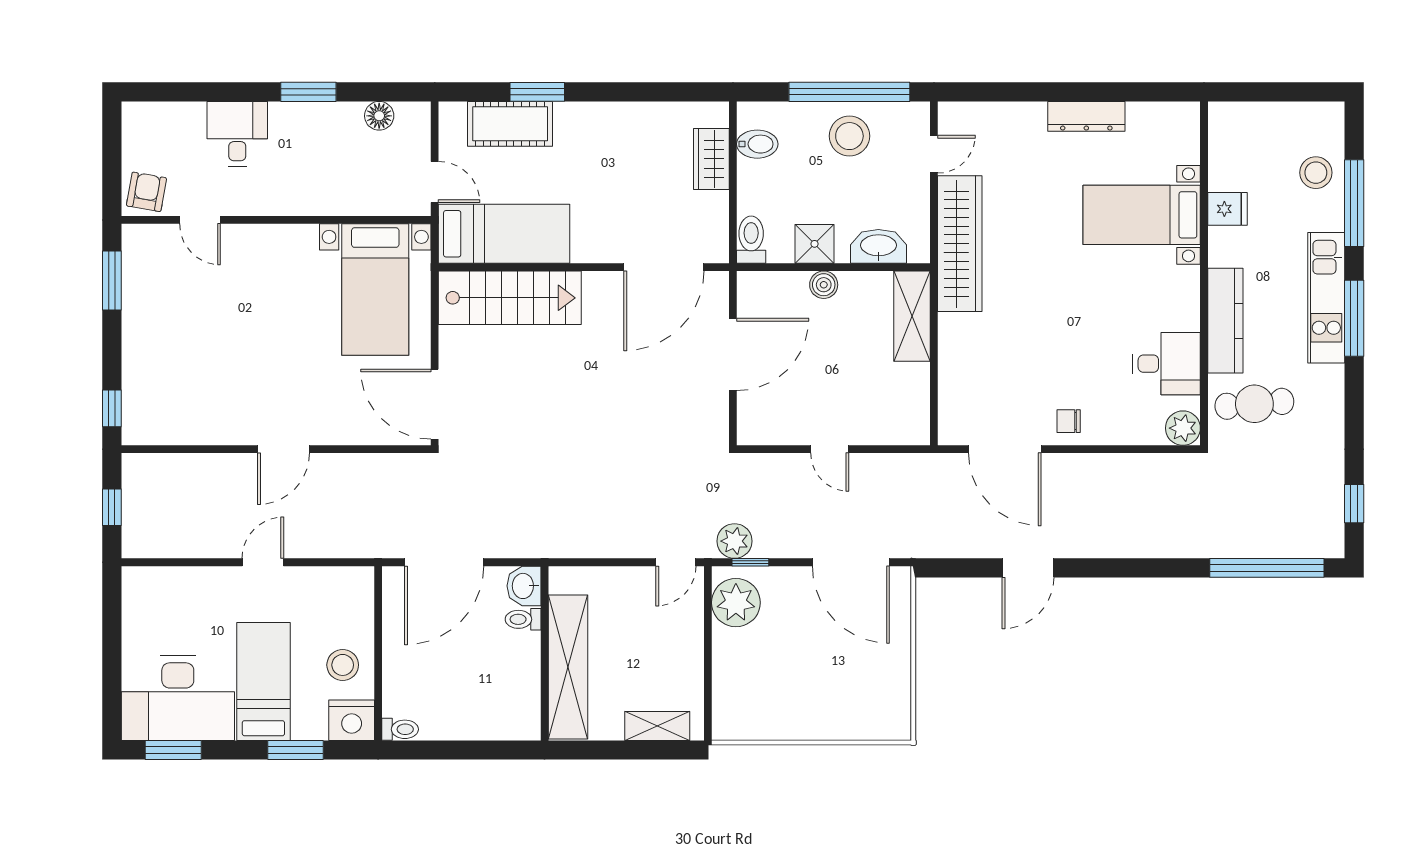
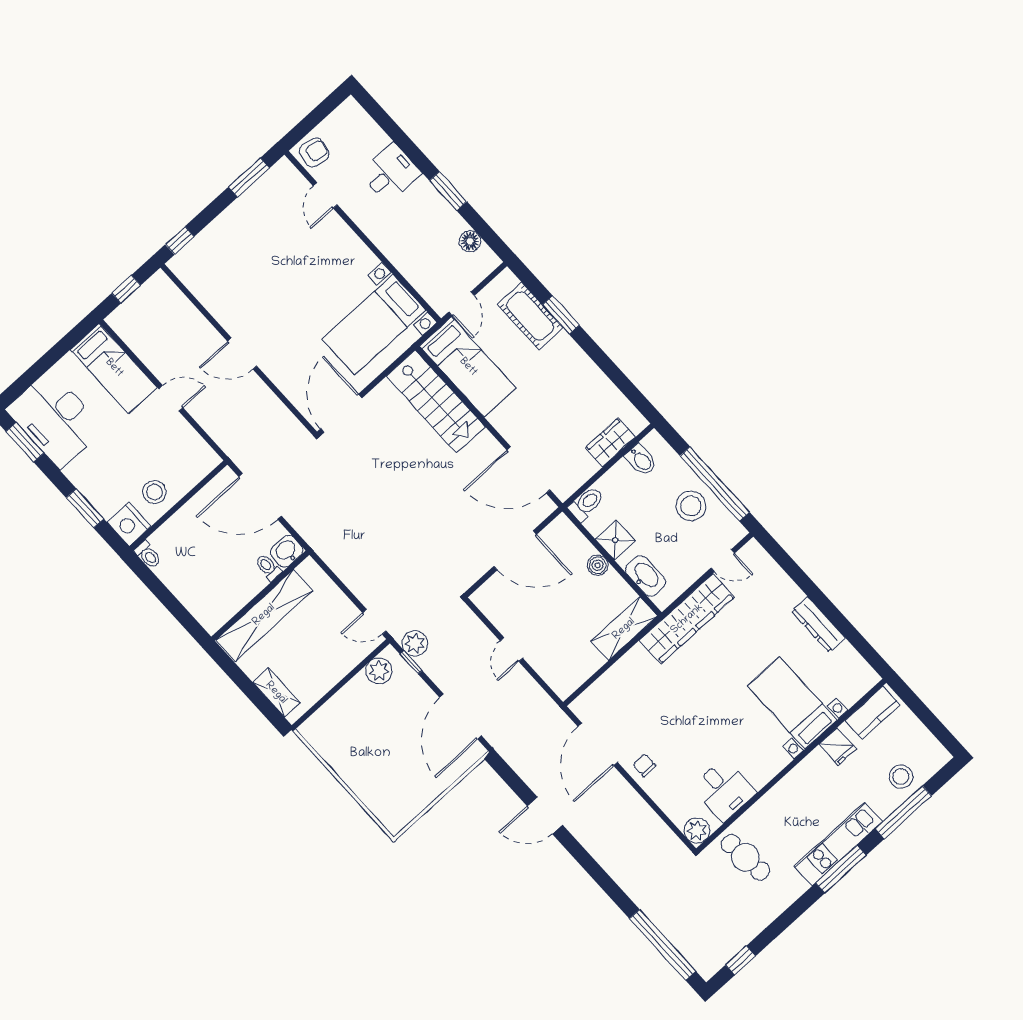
kitchen counter: (1225, 321) -> (873, 713), moved, width x0.67
plant: (736, 603) -> (379, 671), width x0.73, depth x0.73
bed: (263, 682) -> (114, 368), moved, turned 90

